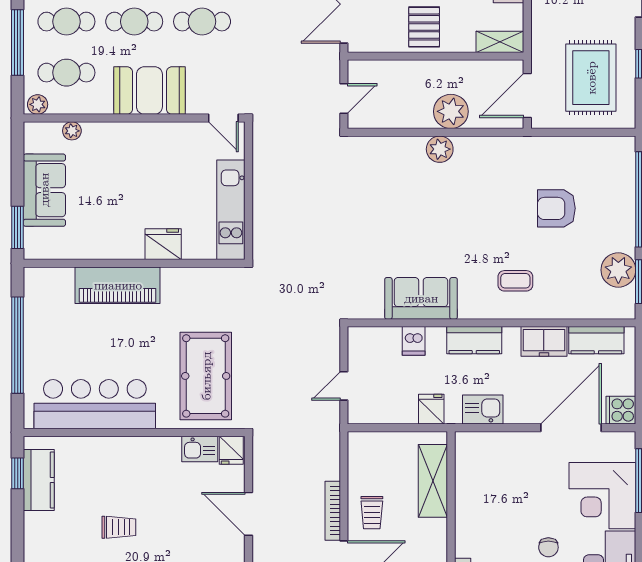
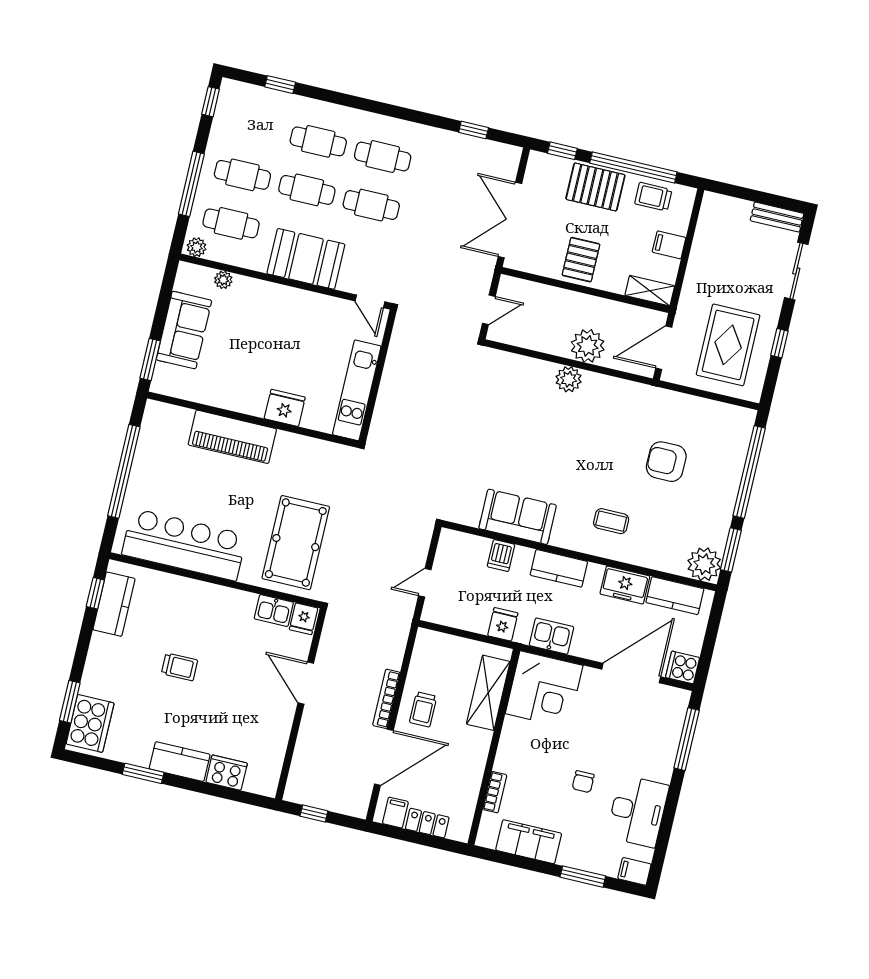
plant: (618, 270) -> (704, 564), moved
corner desk: (602, 496) -> (544, 690), moved, turned -90

